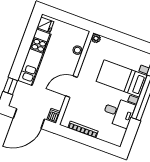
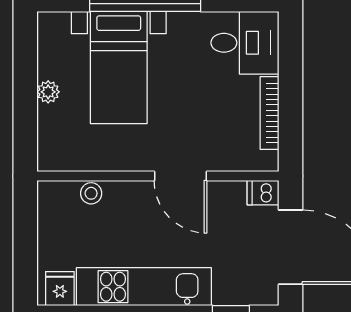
plant: (96, 38) -> (48, 92), moved
desk: (119, 112) -> (245, 43), moved, turned 90

